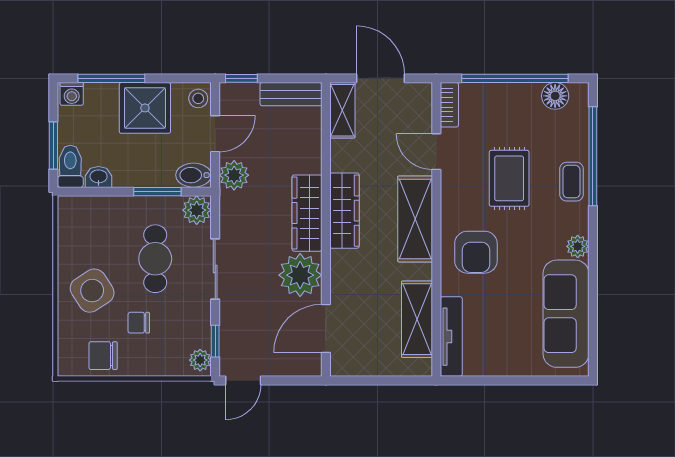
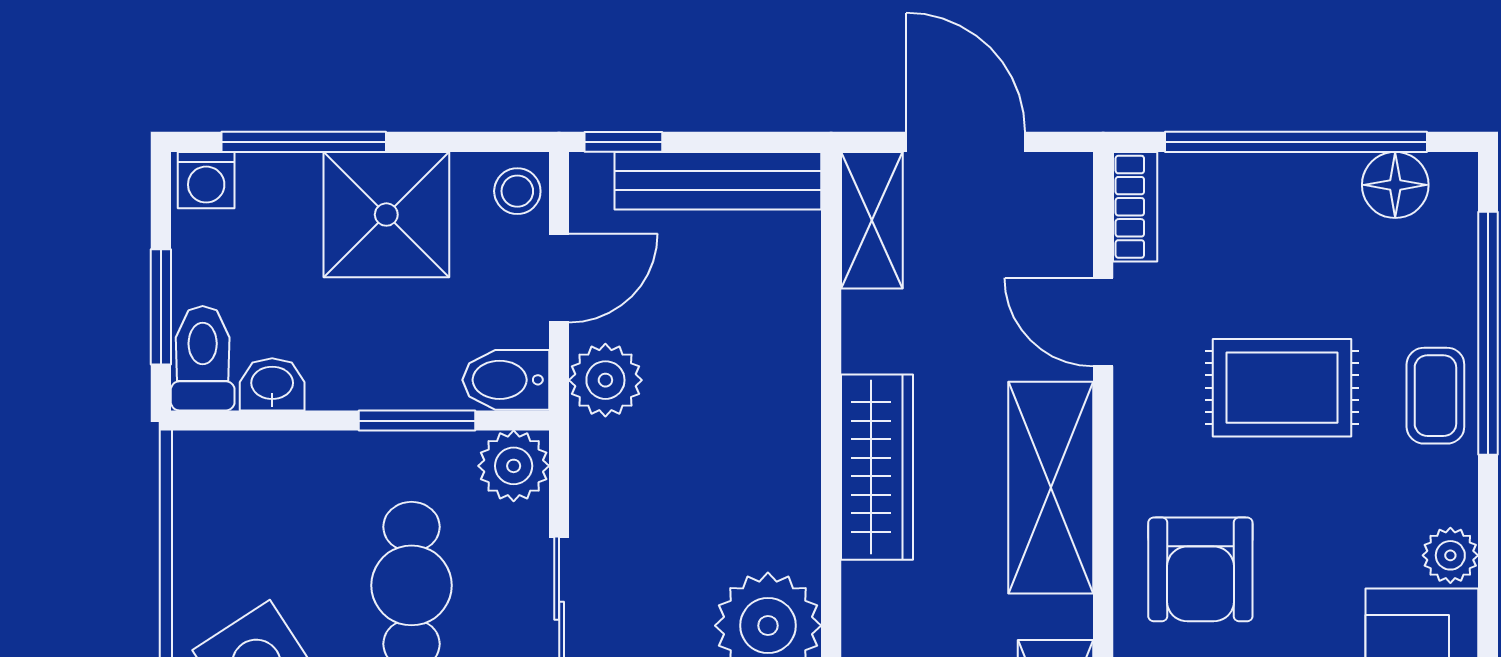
bench: (291, 94) -> (718, 181), width x1.36
rug: (509, 178) -> (1282, 388), turned 90
wardrobe: (307, 213) -> (785, 473), removed

